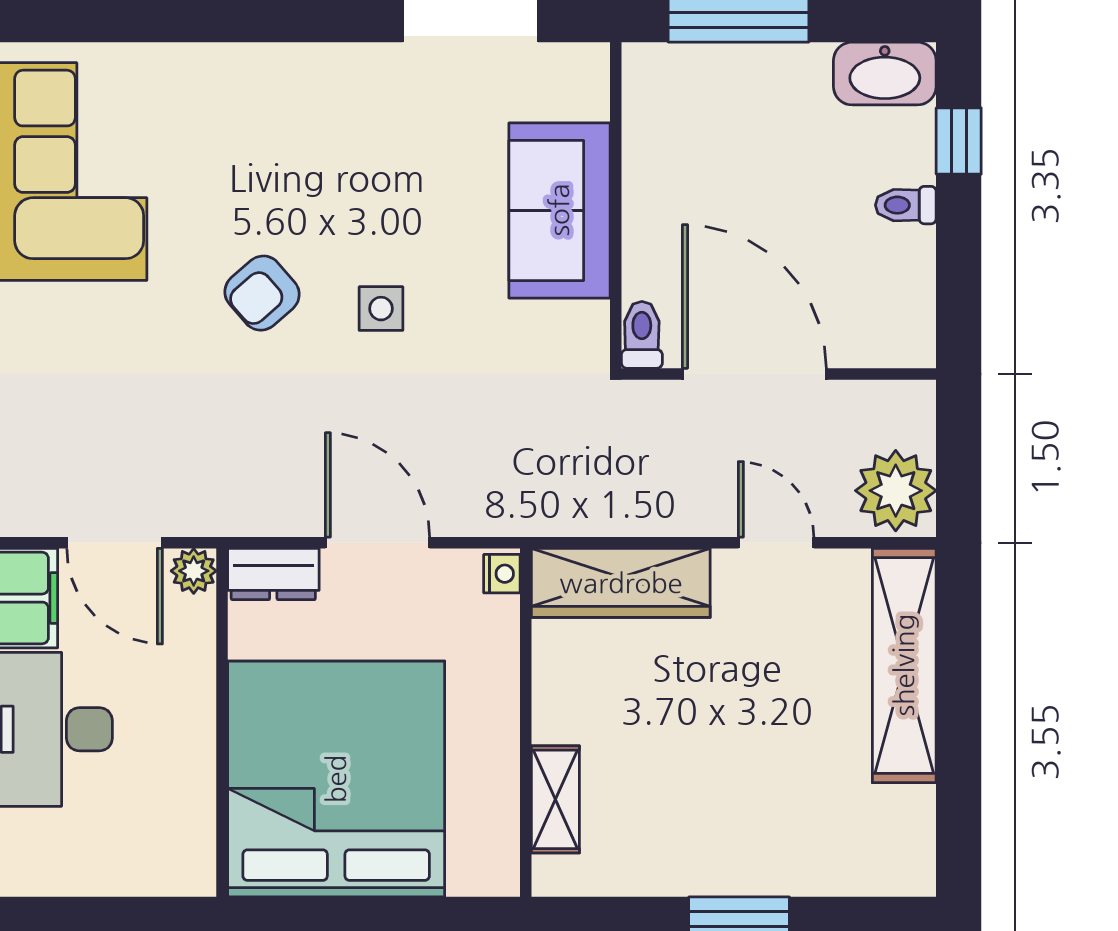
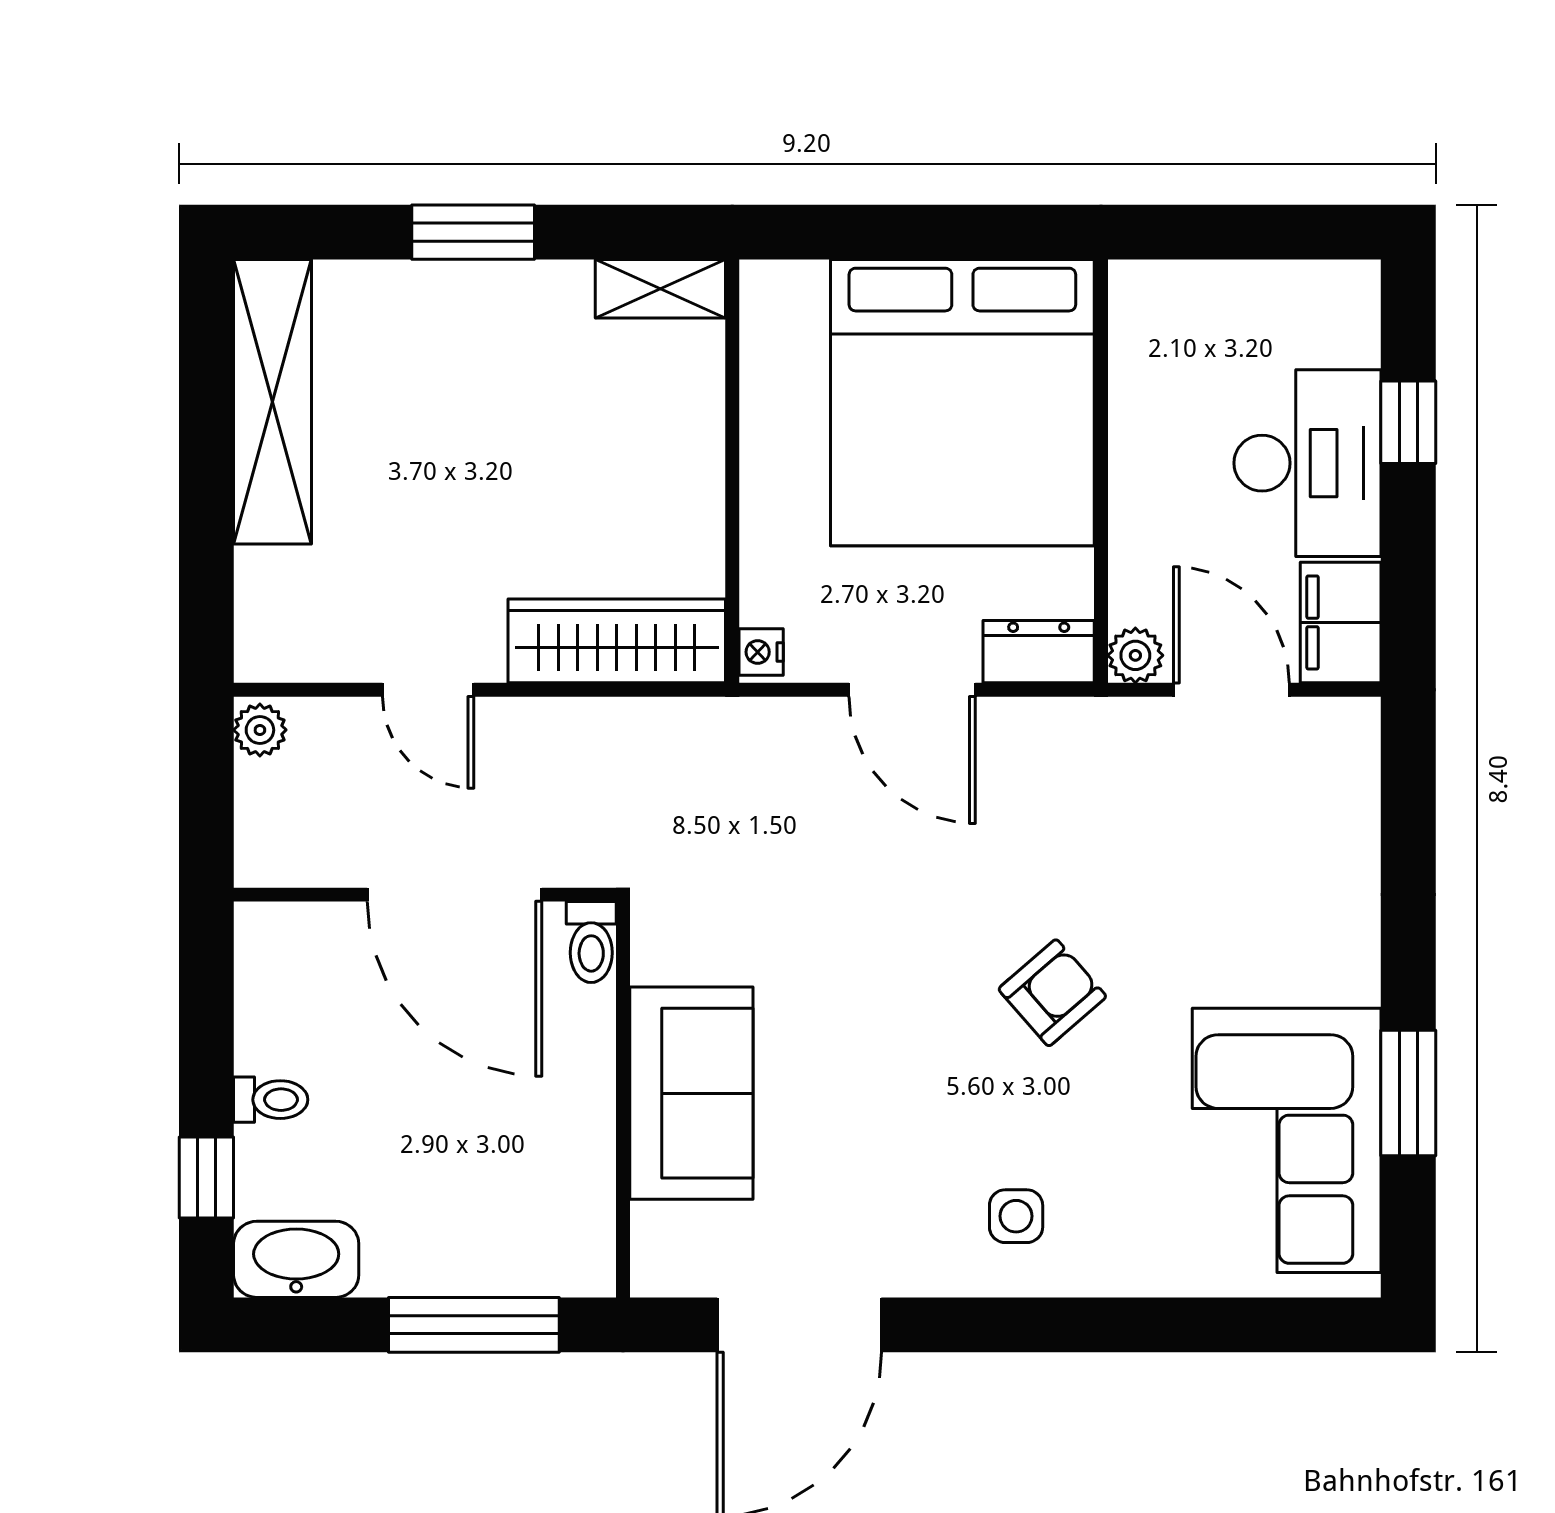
side table: (381, 309) -> (1016, 1216), moved
plant: (896, 491) -> (260, 730), width x0.53, depth x0.53
shelving: (904, 665) -> (273, 402), moved
shelving: (555, 799) -> (660, 289), moved, turned 90

